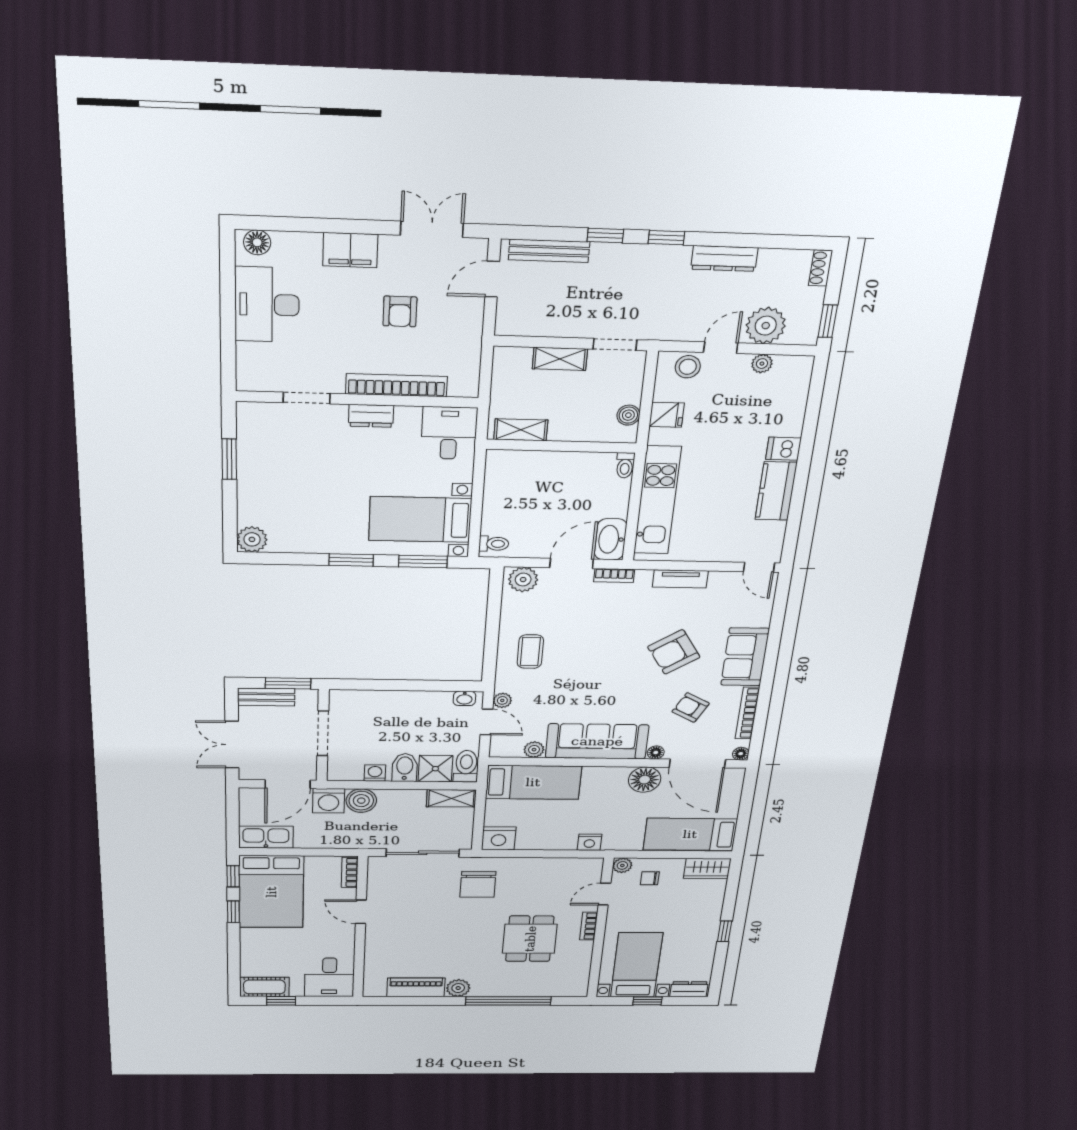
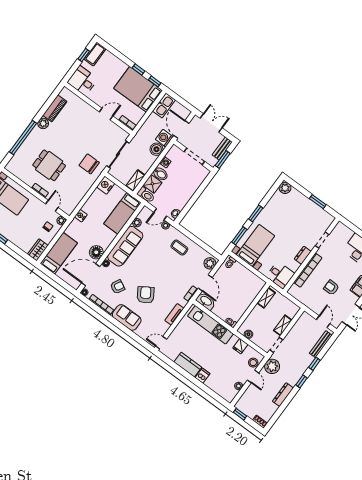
plant: (766, 326) -> (272, 366), moved

